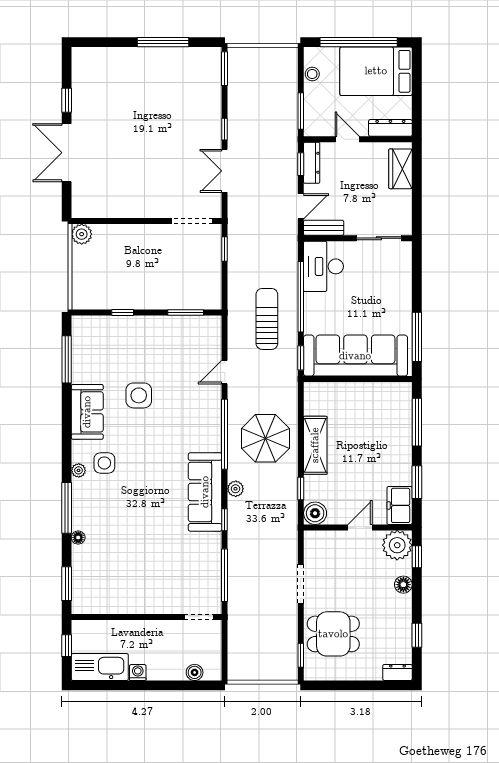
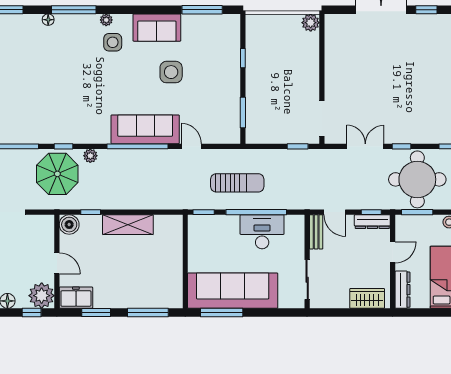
round table: (263, 111) -> (417, 179), added
desk: (323, 266) -> (262, 232), moved
sofa: (355, 356) -> (233, 291), moved, turned -90
parasol: (265, 438) -> (57, 174), moved
sofa: (205, 492) -> (145, 129), moved

